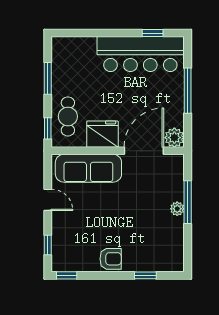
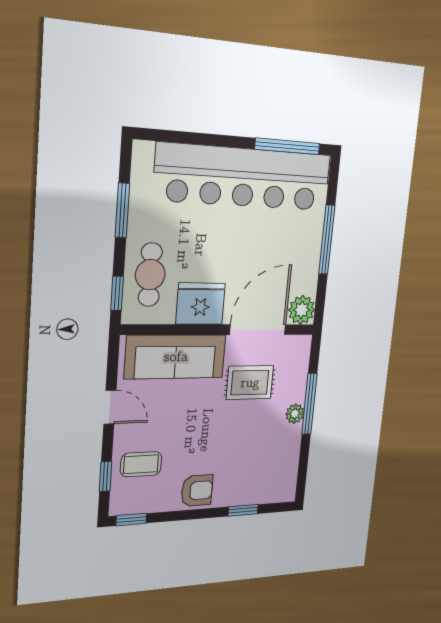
window: (153, 33) -> (288, 146), width x2.17
bar counter: (140, 54) -> (244, 177), width x1.36
rug: (142, 186) -> (250, 383), added
coffee table: (71, 238) -> (141, 464), added

